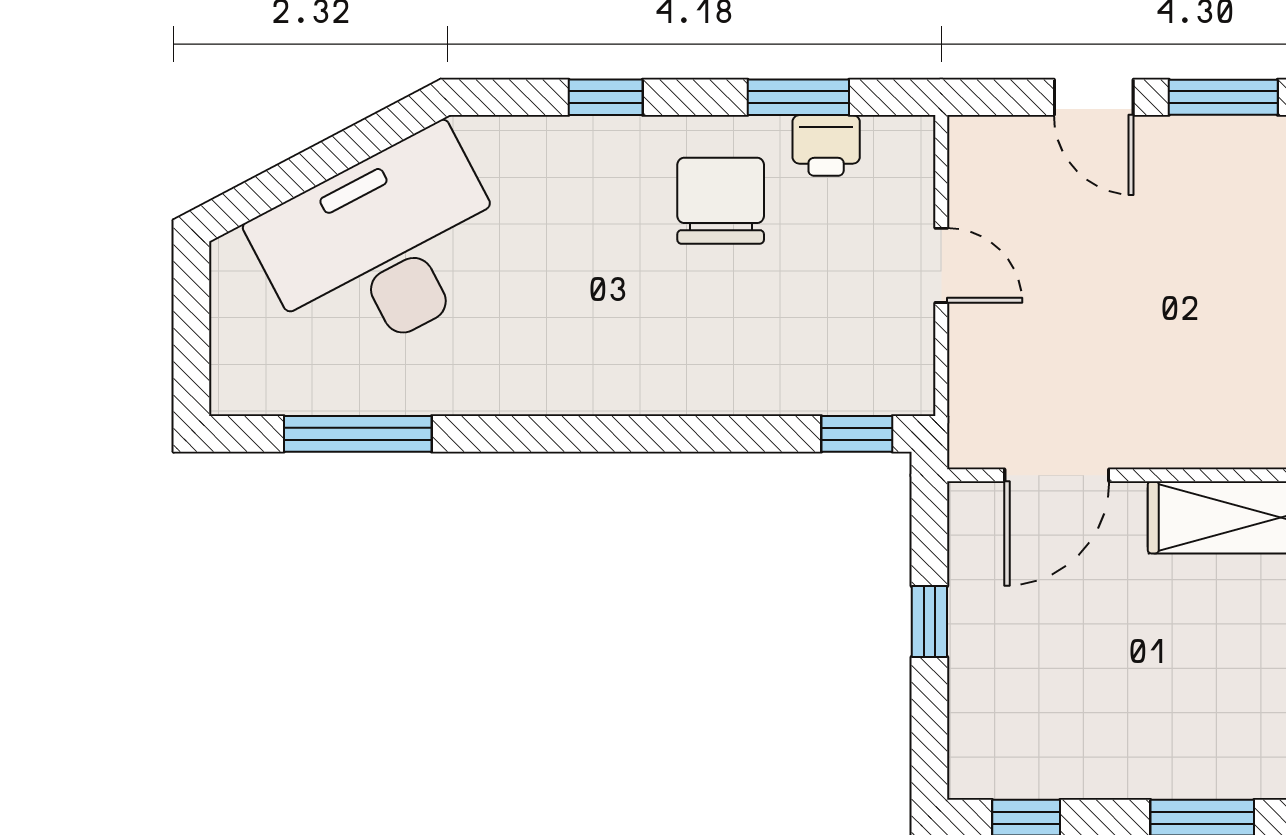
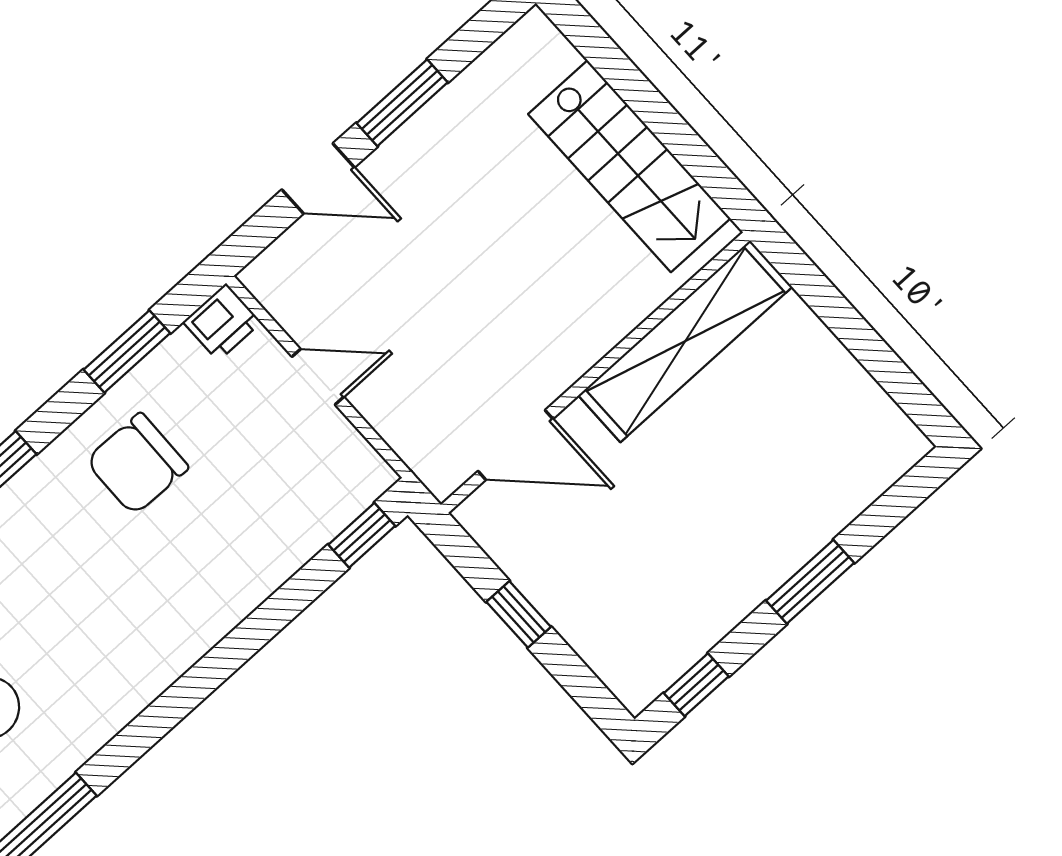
printer: (826, 145) -> (222, 322), moved
chair: (721, 201) -> (137, 464), turned -89
door: (1057, 475) -> (515, 445), hinge flipped

